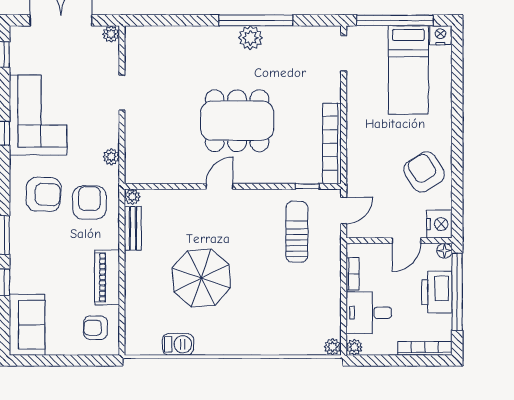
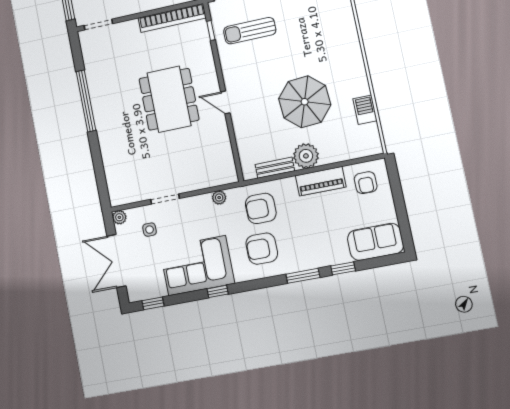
plant: (250, 38) -> (101, 102), removed
side table: (90, 67) -> (150, 230), added
armchair: (44, 194) -> (262, 249), turned -92
plant: (132, 197) -> (306, 156), moved, width x1.88, depth x1.88

